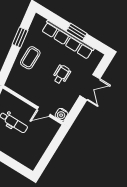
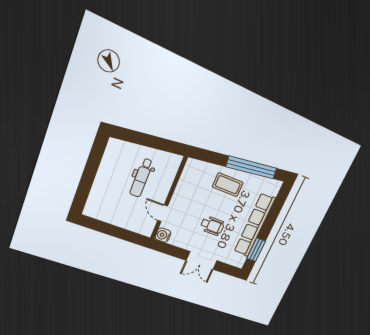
window: (77, 32) -> (256, 250), moved
window: (20, 37) -> (252, 168), width x2.11

